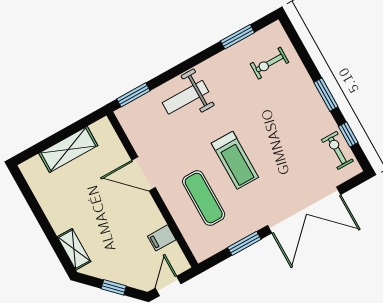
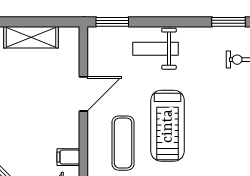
treadmill: (235, 160) -> (168, 126), width x1.37, depth x1.38
door: (144, 174) -> (83, 94), swing flipped

